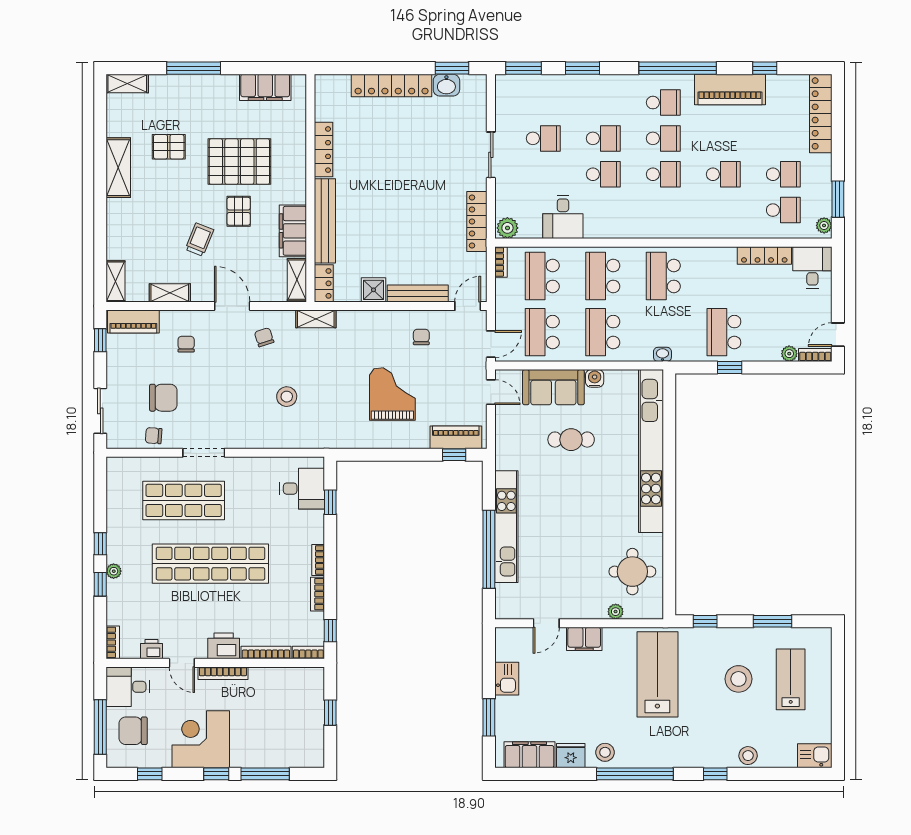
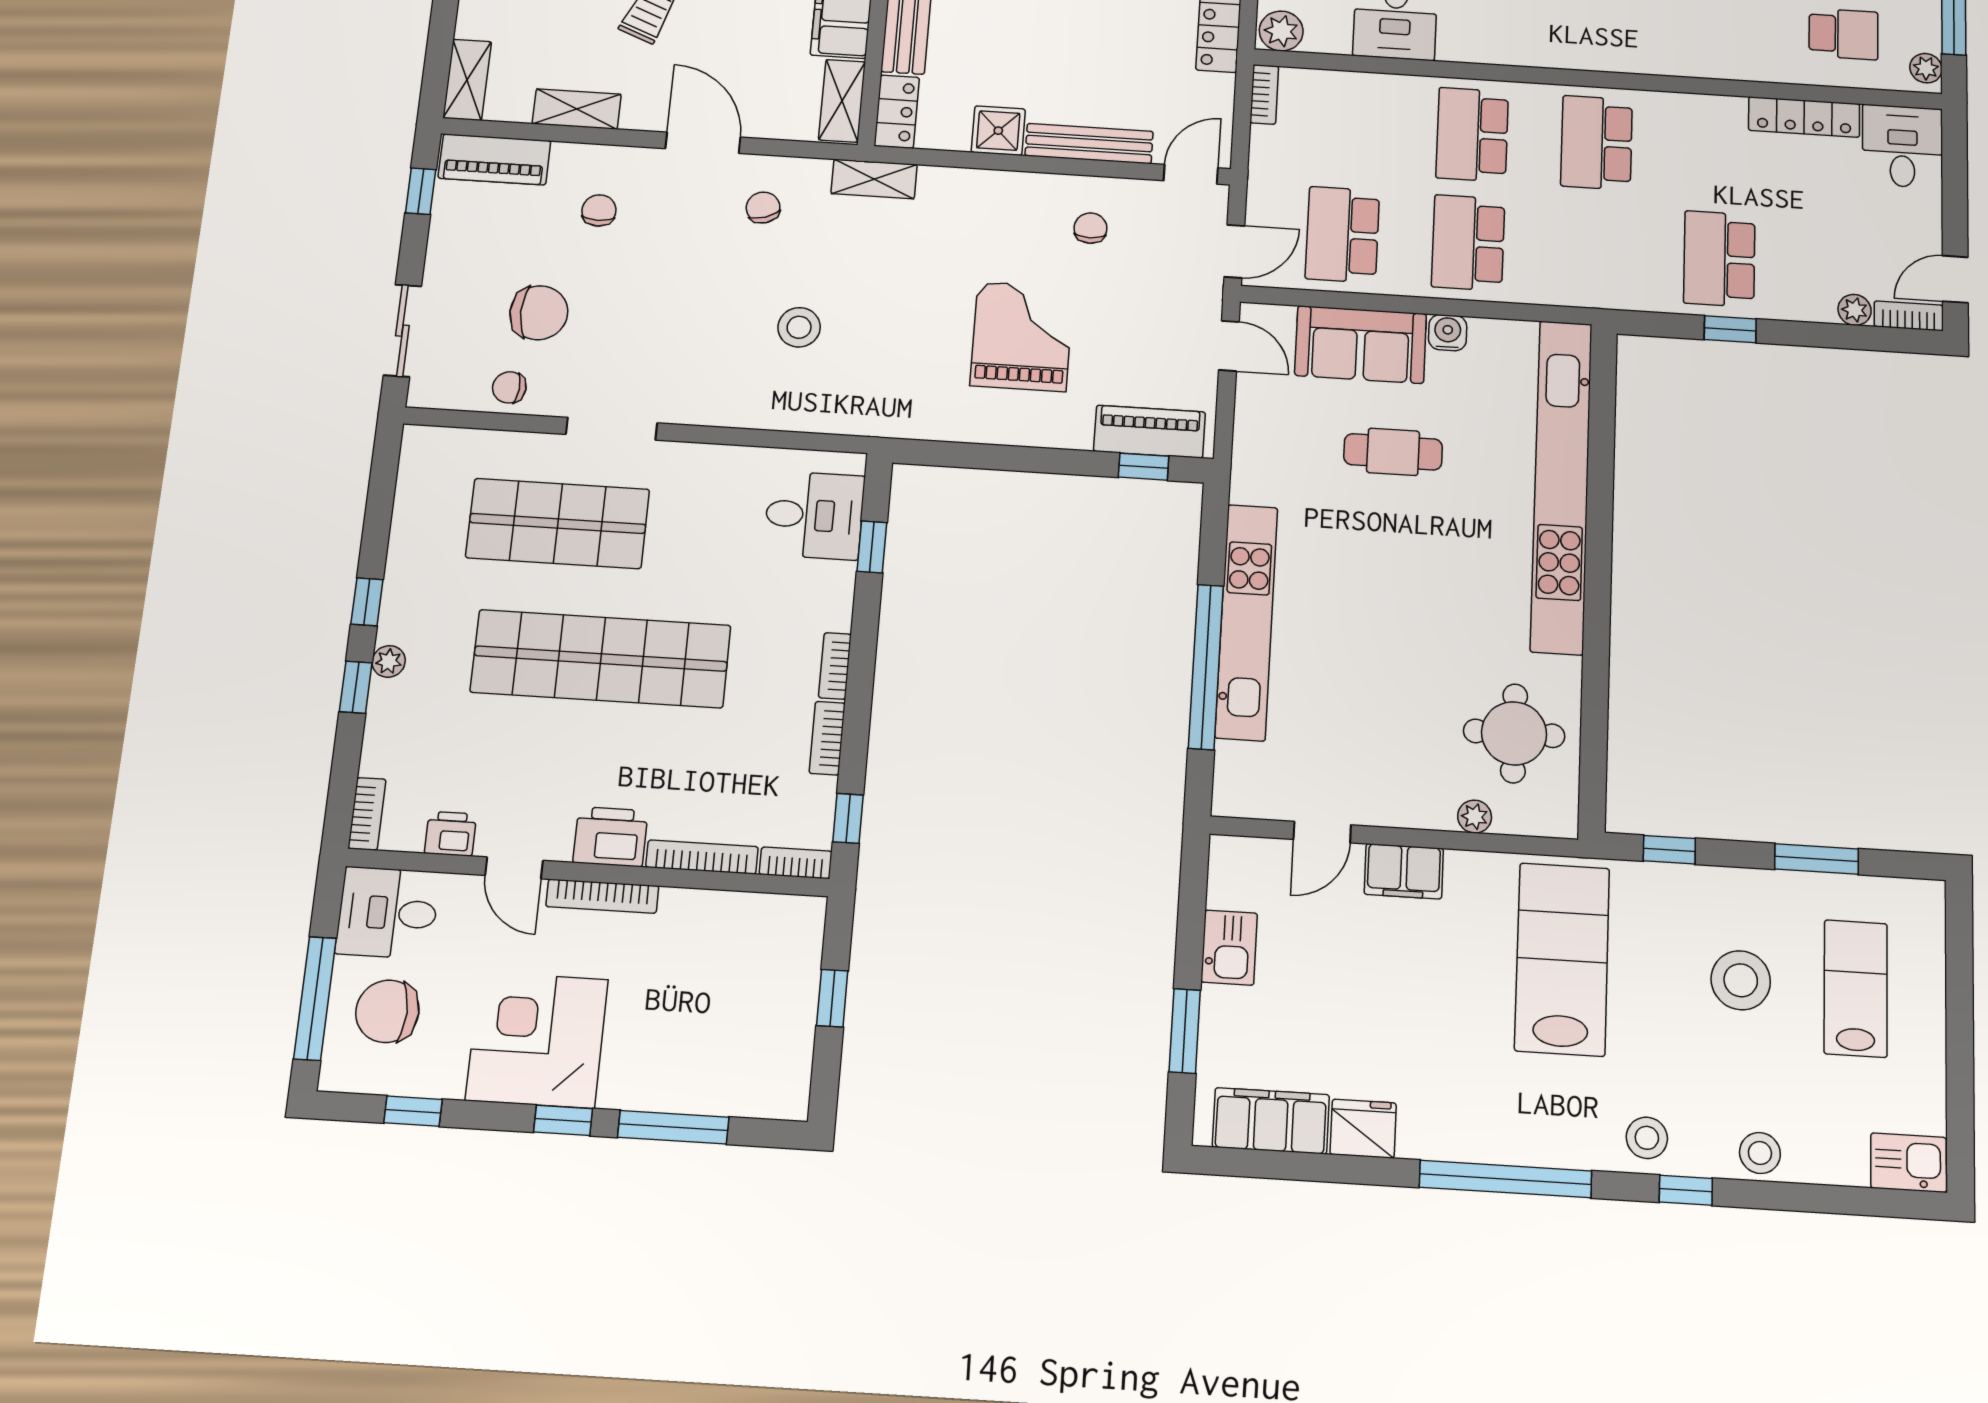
school desk: (542, 276) -> (1348, 127), removed
washbasin: (662, 354) -> (1591, 294), removed
stool: (605, 752) -> (1647, 1138), moved

